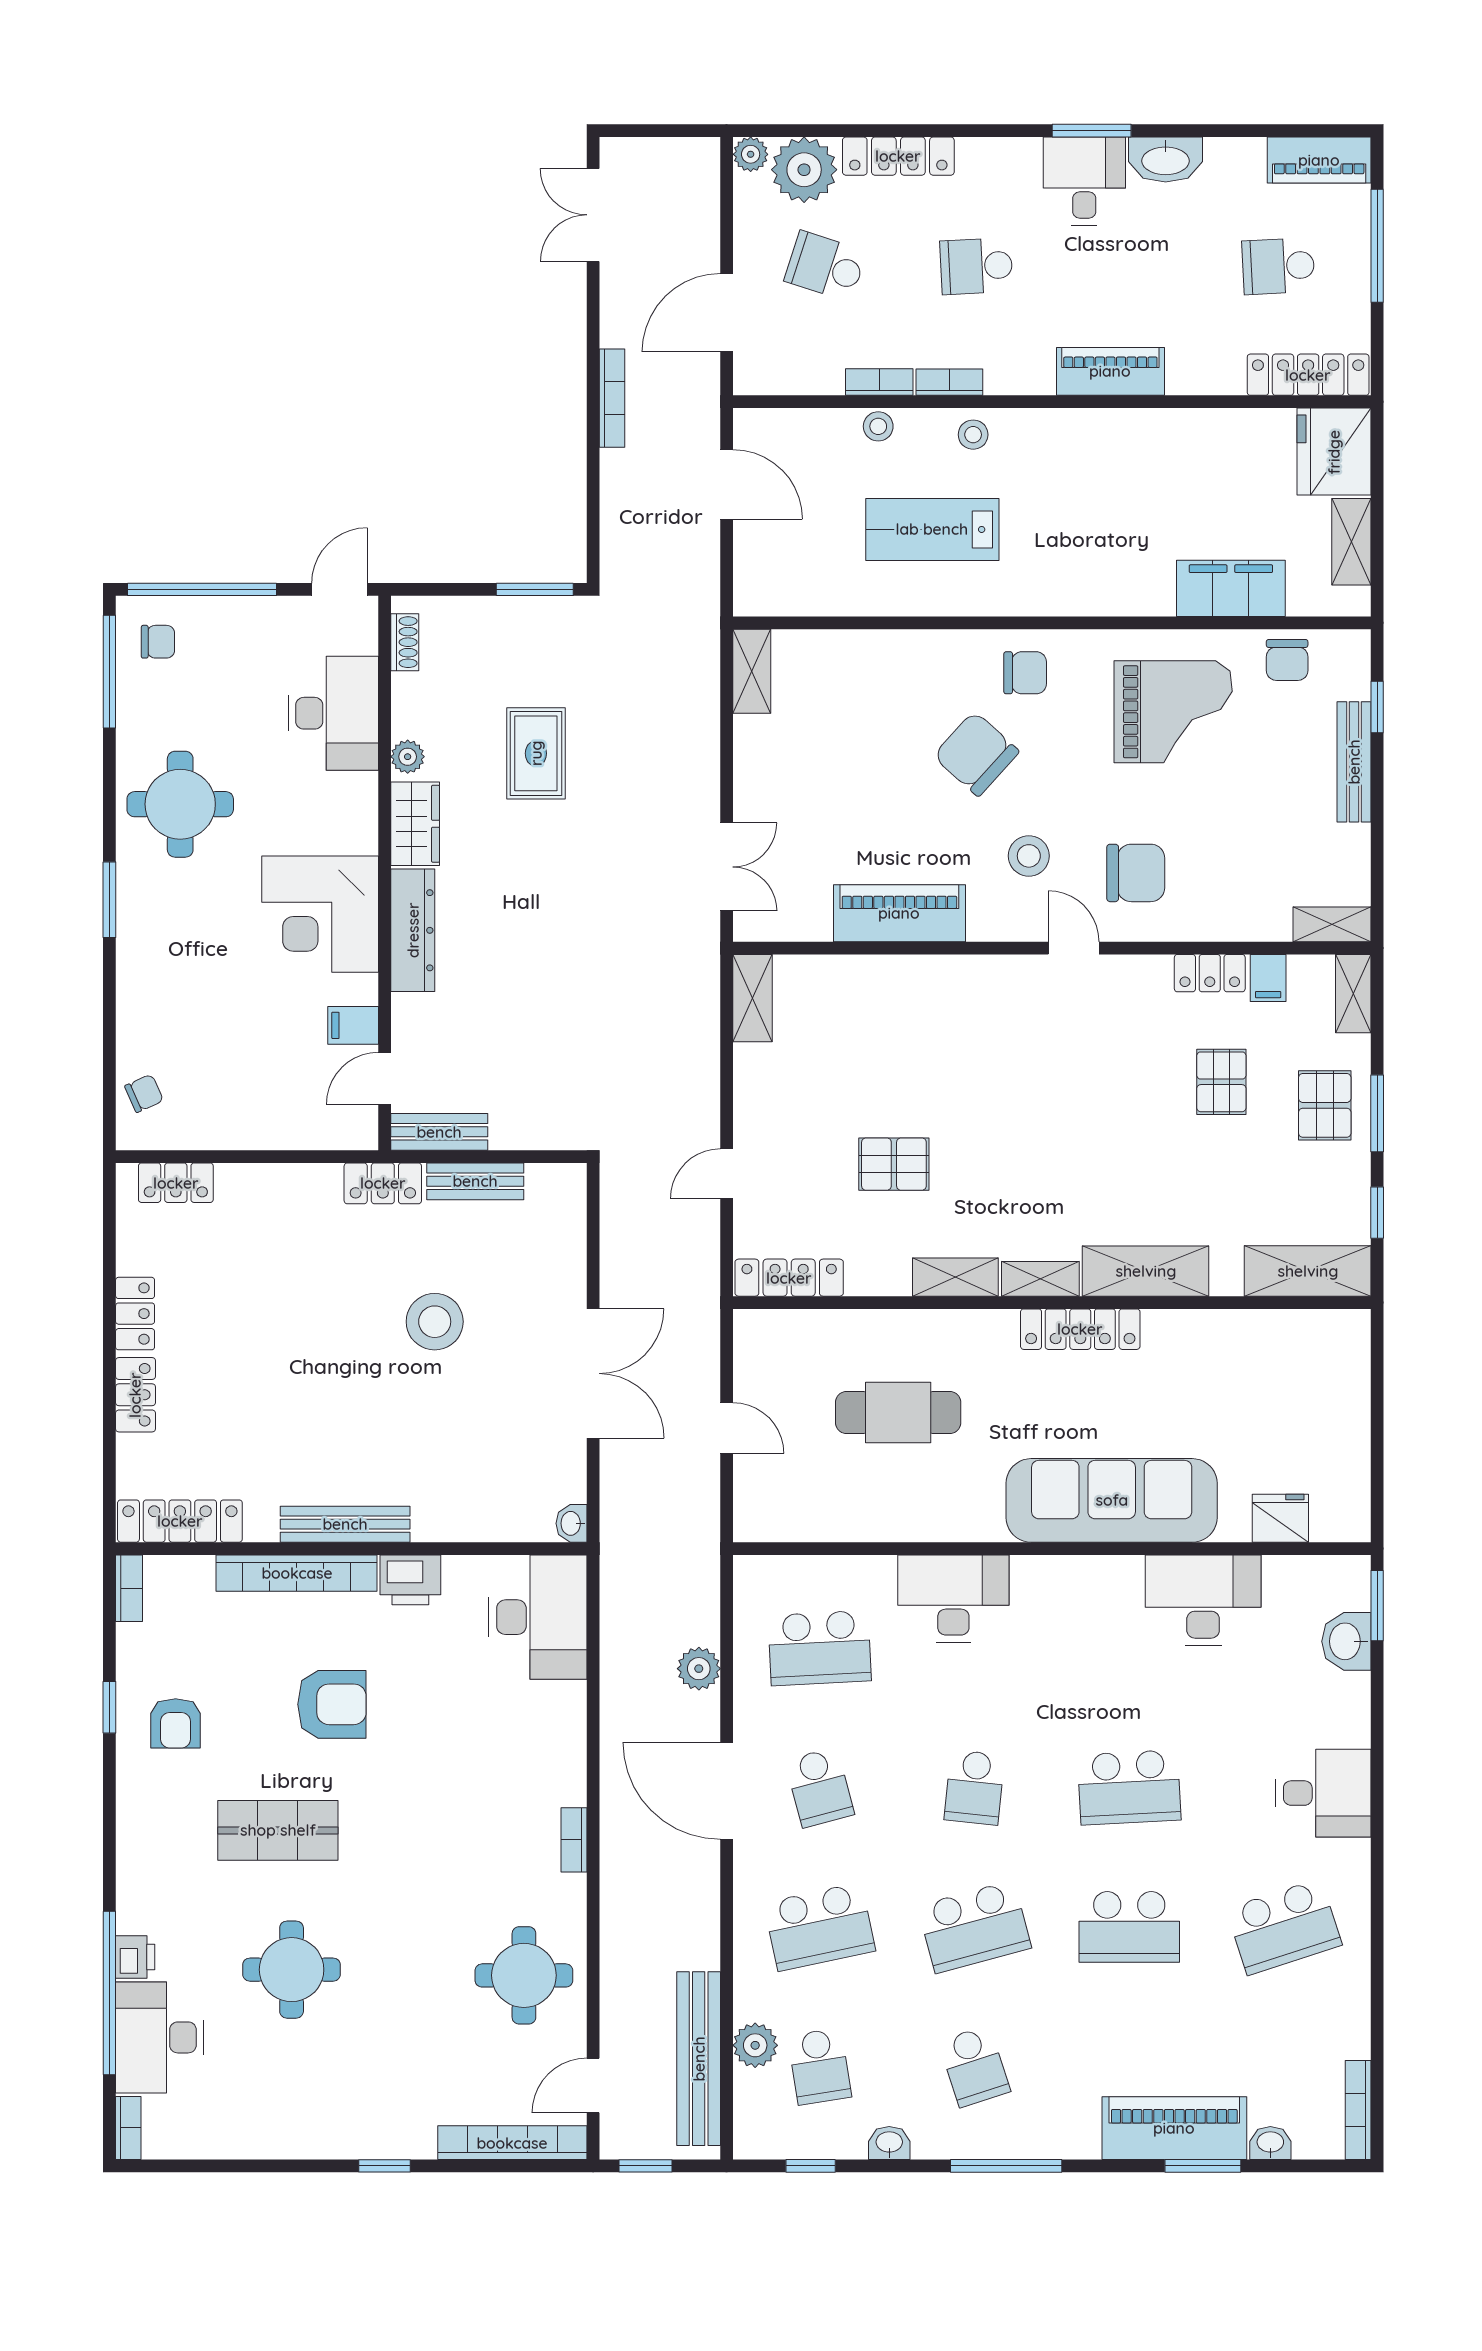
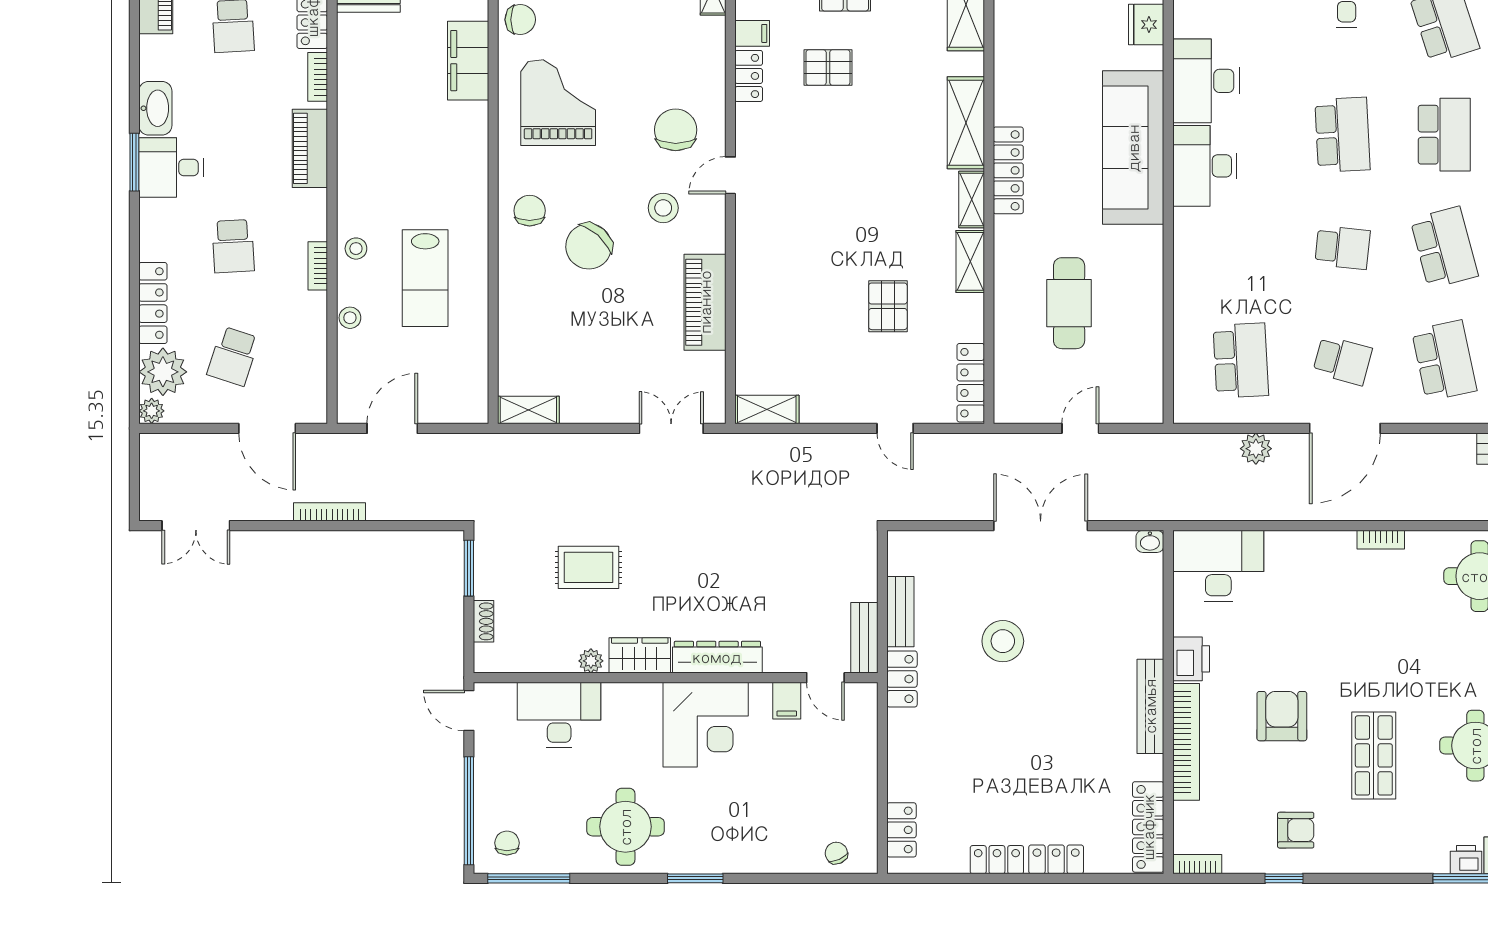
bookcase: (879, 382) -> (318, 77), moved
shoe rack: (405, 642) -> (484, 621), moved, turned 90
desk: (953, 1598) -> (1205, 166), moved
school desk: (820, 1787) -> (1342, 360), turned 30

